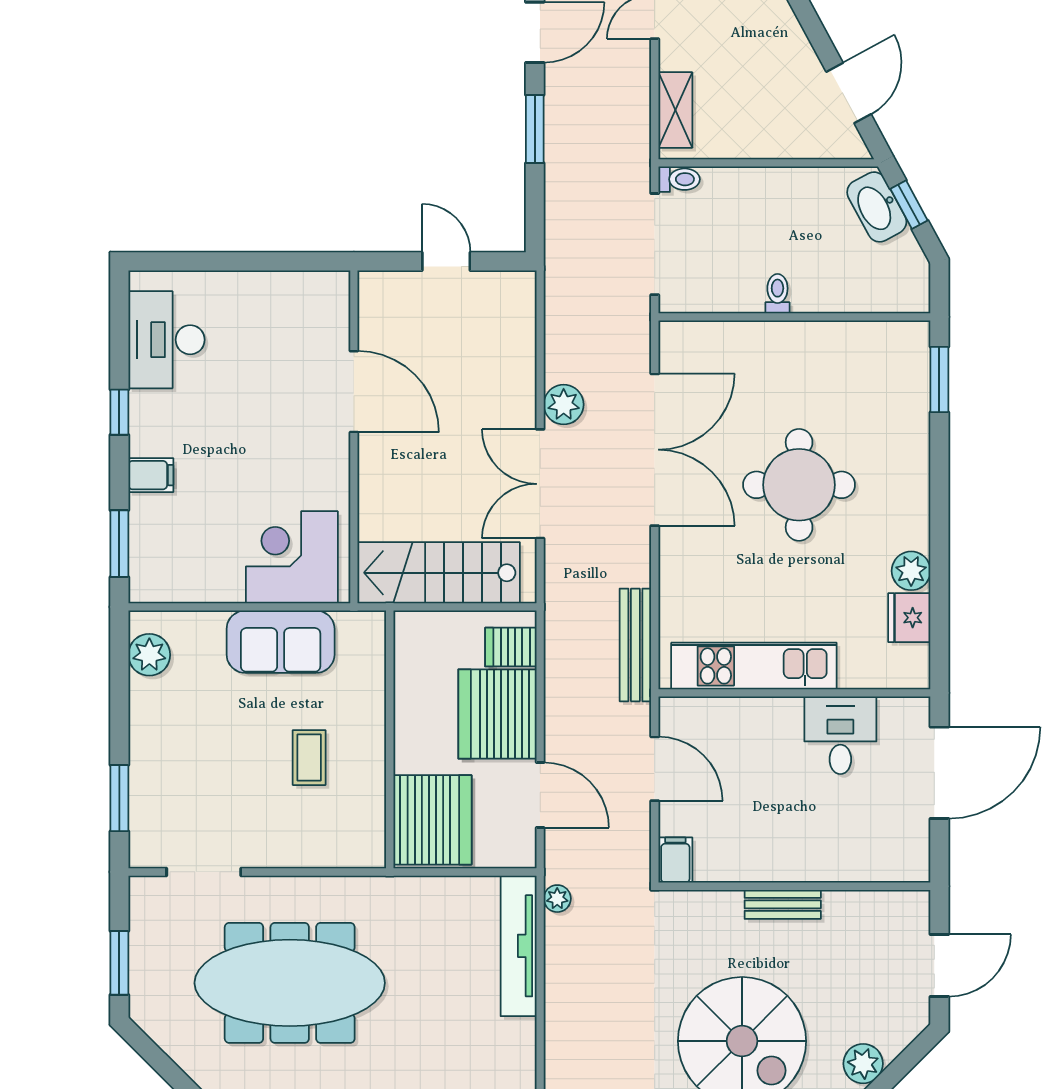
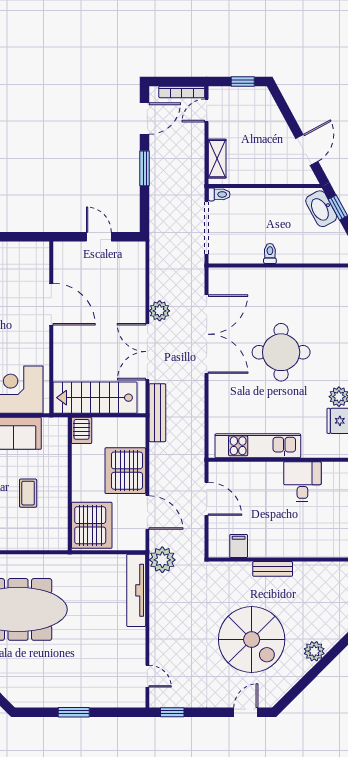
bench: (635, 645) -> (157, 413), moved
server rack: (511, 647) -> (82, 430), moved, turned -90
filing cabinet: (675, 860) -> (239, 546), moved
plant: (557, 899) -> (162, 560), width x1.87, depth x1.87

